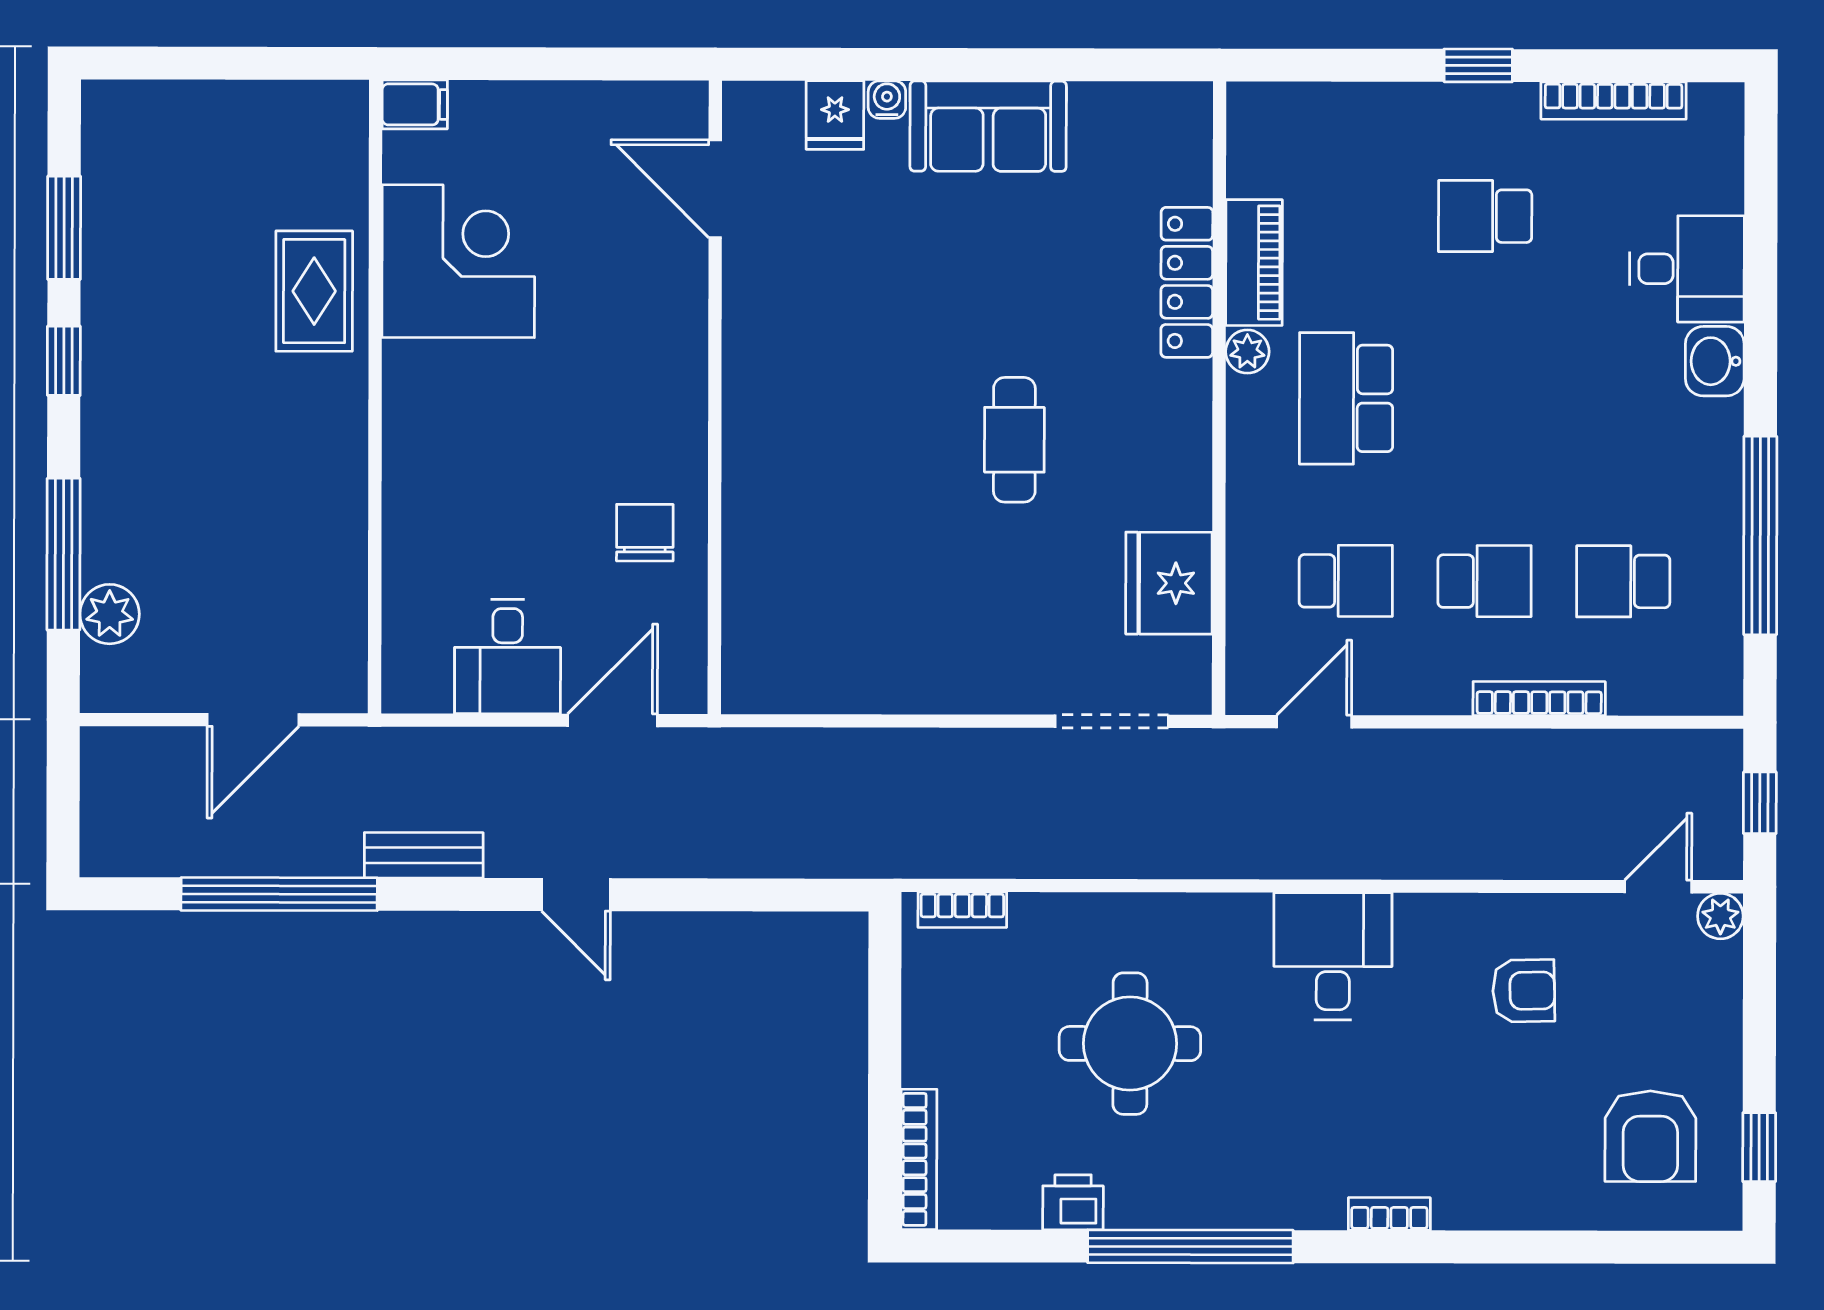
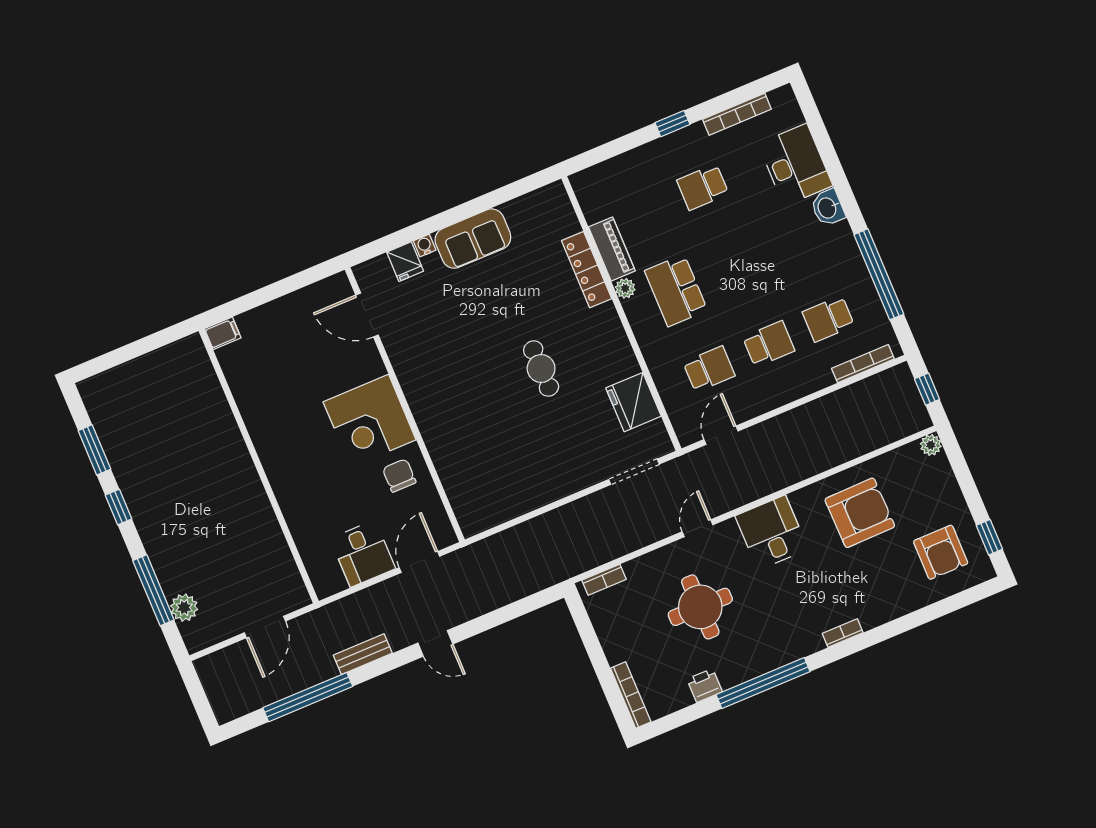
corner desk: (458, 261) -> (370, 421), moved, turned 180
desk: (1687, 269) -> (795, 165), width x1.37
rug: (314, 291) -> (213, 432), removed
bookcase: (1539, 699) -> (863, 364), moved
door: (1658, 887) -> (697, 528), moved
armchair: (1524, 991) -> (860, 513), width x1.88, depth x1.88

